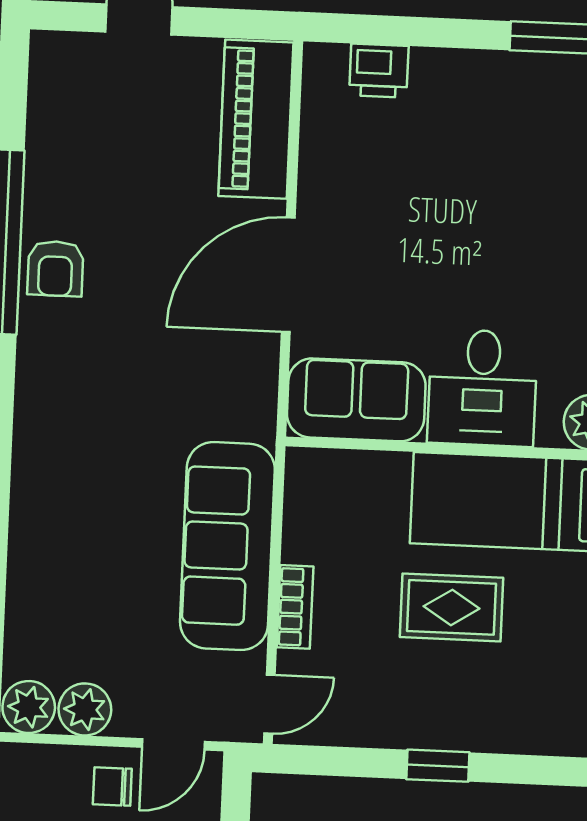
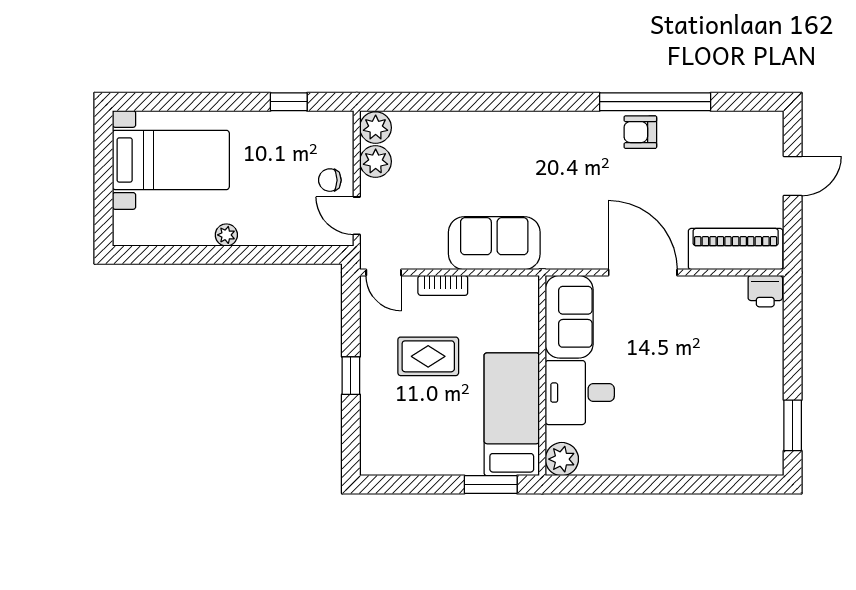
printer: (379, 71) -> (765, 291), moved, turned -90
sofa: (227, 546) -> (494, 243), width x0.73
rug: (452, 607) -> (428, 356), moved, turned 90
chair: (112, 786) -> (330, 180), turned -90

